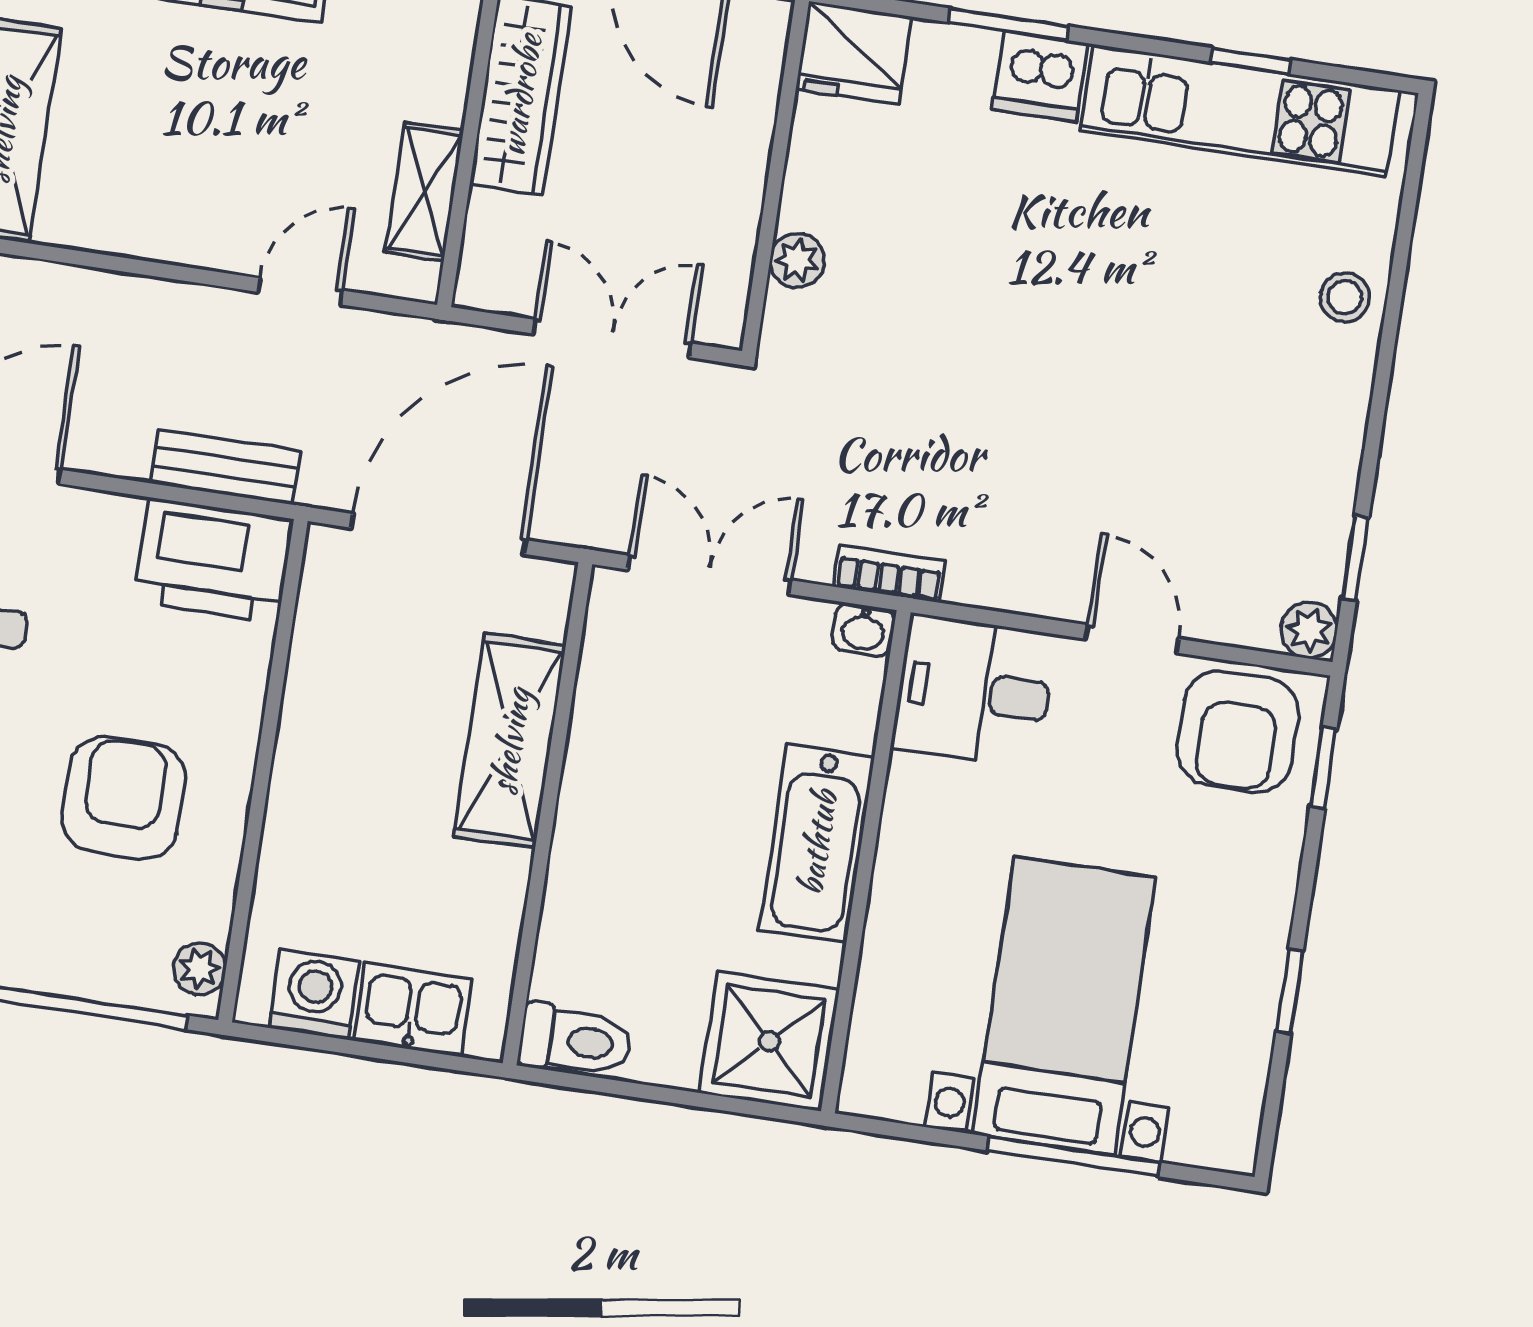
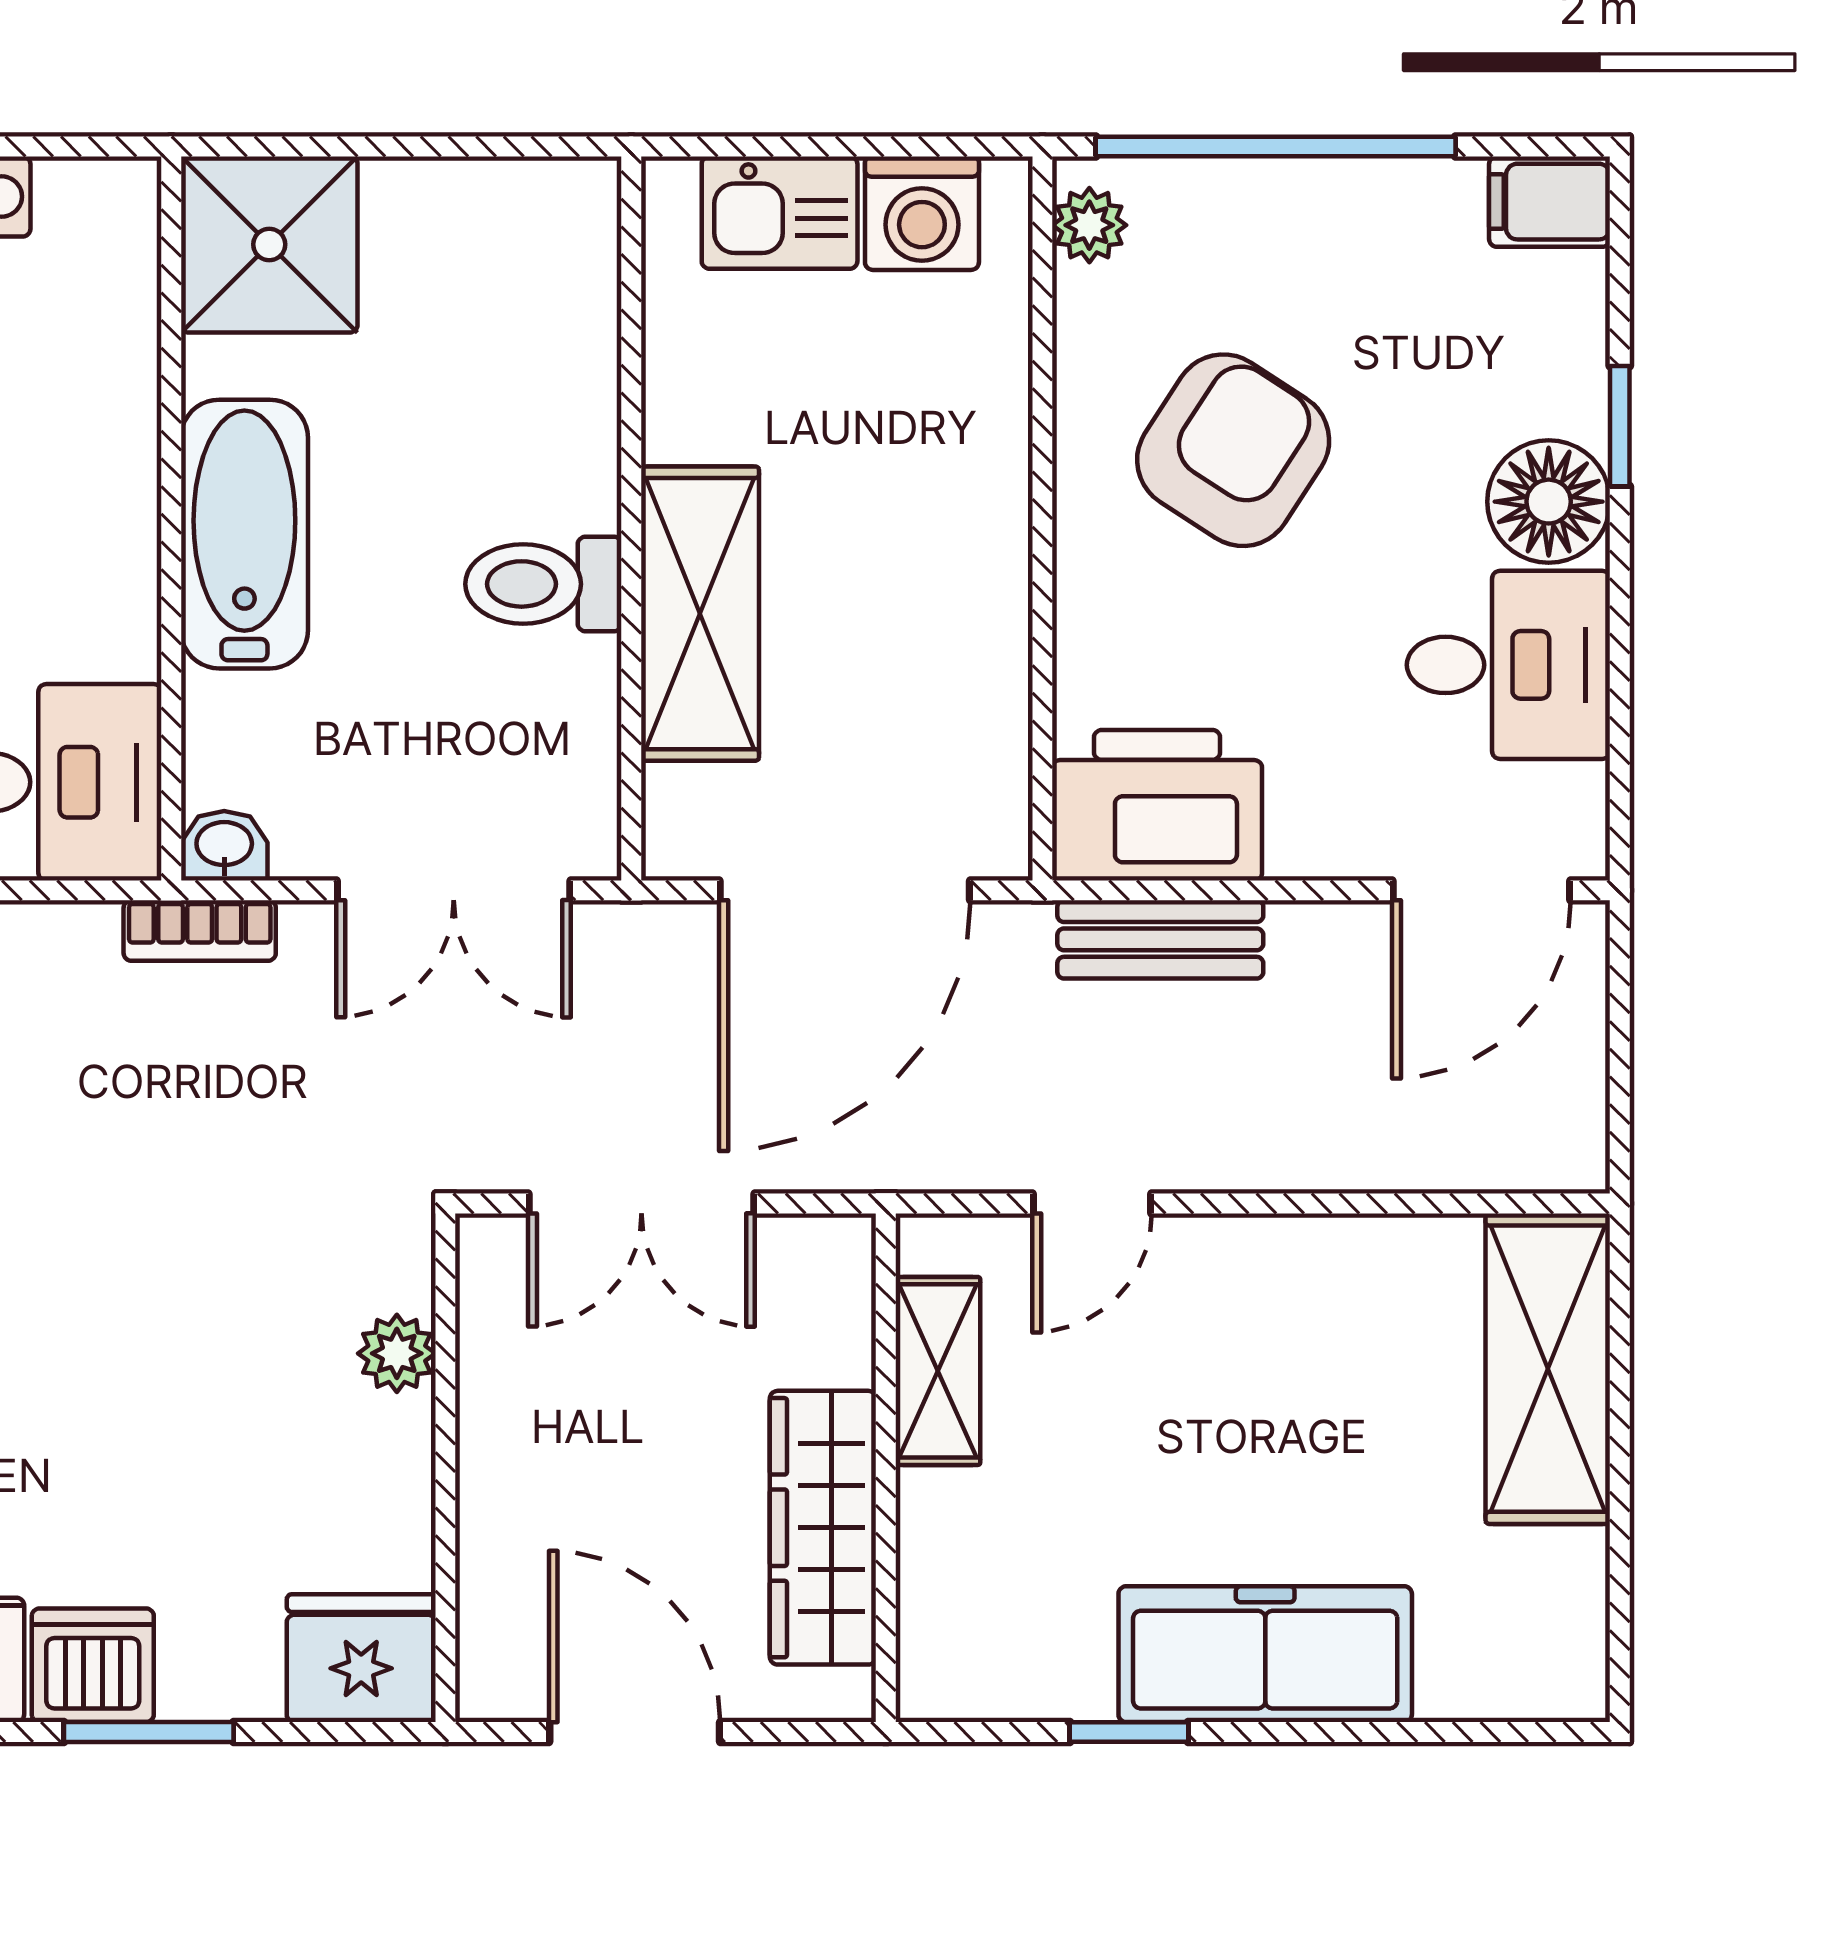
armchair: (124, 798) -> (1233, 450), turned -147
toilet: (575, 1041) -> (543, 584), moved

